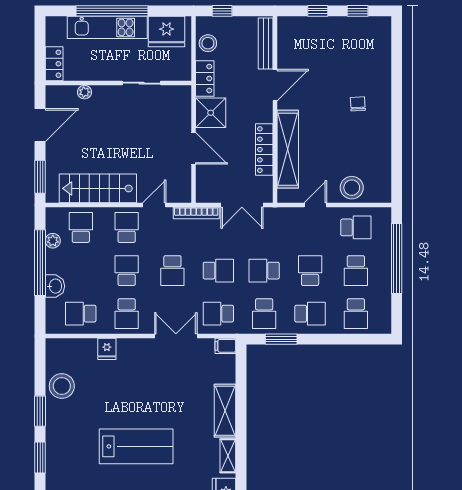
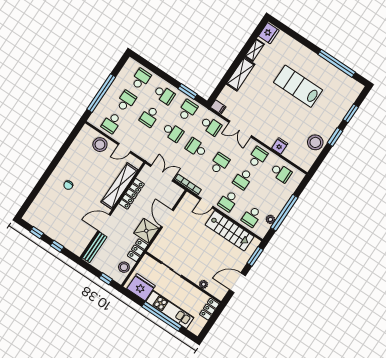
school desk: (356, 227) -> (111, 123), turned -90
washbasin: (55, 286) -> (285, 196), removed
school desk: (310, 314) -> (164, 95), turned 180

